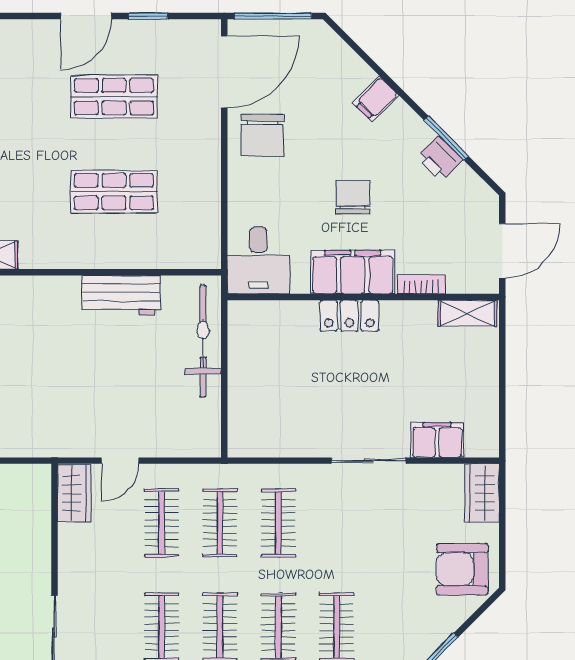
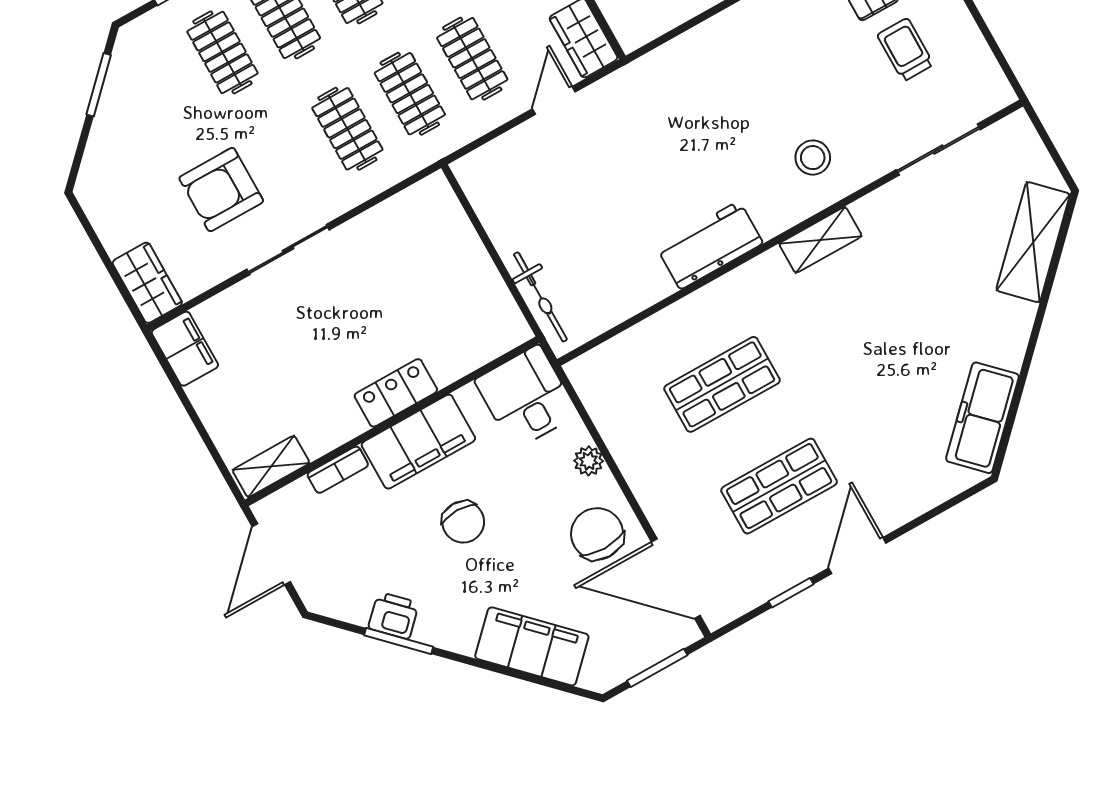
window: (273, 16) -> (657, 668), width x0.69
door: (224, 72) -> (676, 579), hinge flipped
filing cabinet: (376, 99) -> (532, 646), width x3.00, depth x1.17
plant: (239, 190) -> (589, 461), added
workbench: (121, 296) -> (710, 245), moved
bicycle: (203, 341) -> (540, 297), width x0.73, depth x0.71
filing cabinet: (437, 440) -> (185, 349), moved, turned -90
armchair: (462, 569) -> (221, 190), moved, turned 180

